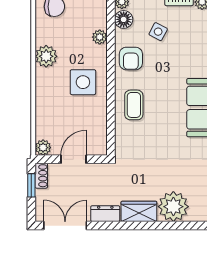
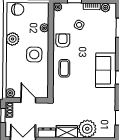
floor lamp: (124, 19) -> (59, 18), removed
armchair: (131, 58) -> (63, 41), turned 180
door: (74, 159) -> (28, 100), hinge flipped

